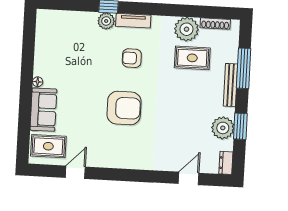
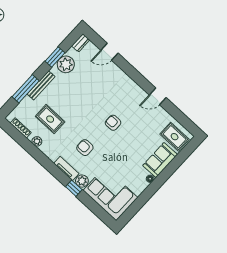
plant: (187, 29) -> (37, 141), width x0.53, depth x0.53
corner sofa: (66, 32) -> (110, 194), added
armchair: (132, 58) -> (85, 148), turned 180
armchair: (124, 108) -> (113, 123), width x0.53, depth x0.53
door: (75, 172) -> (158, 96), moved

